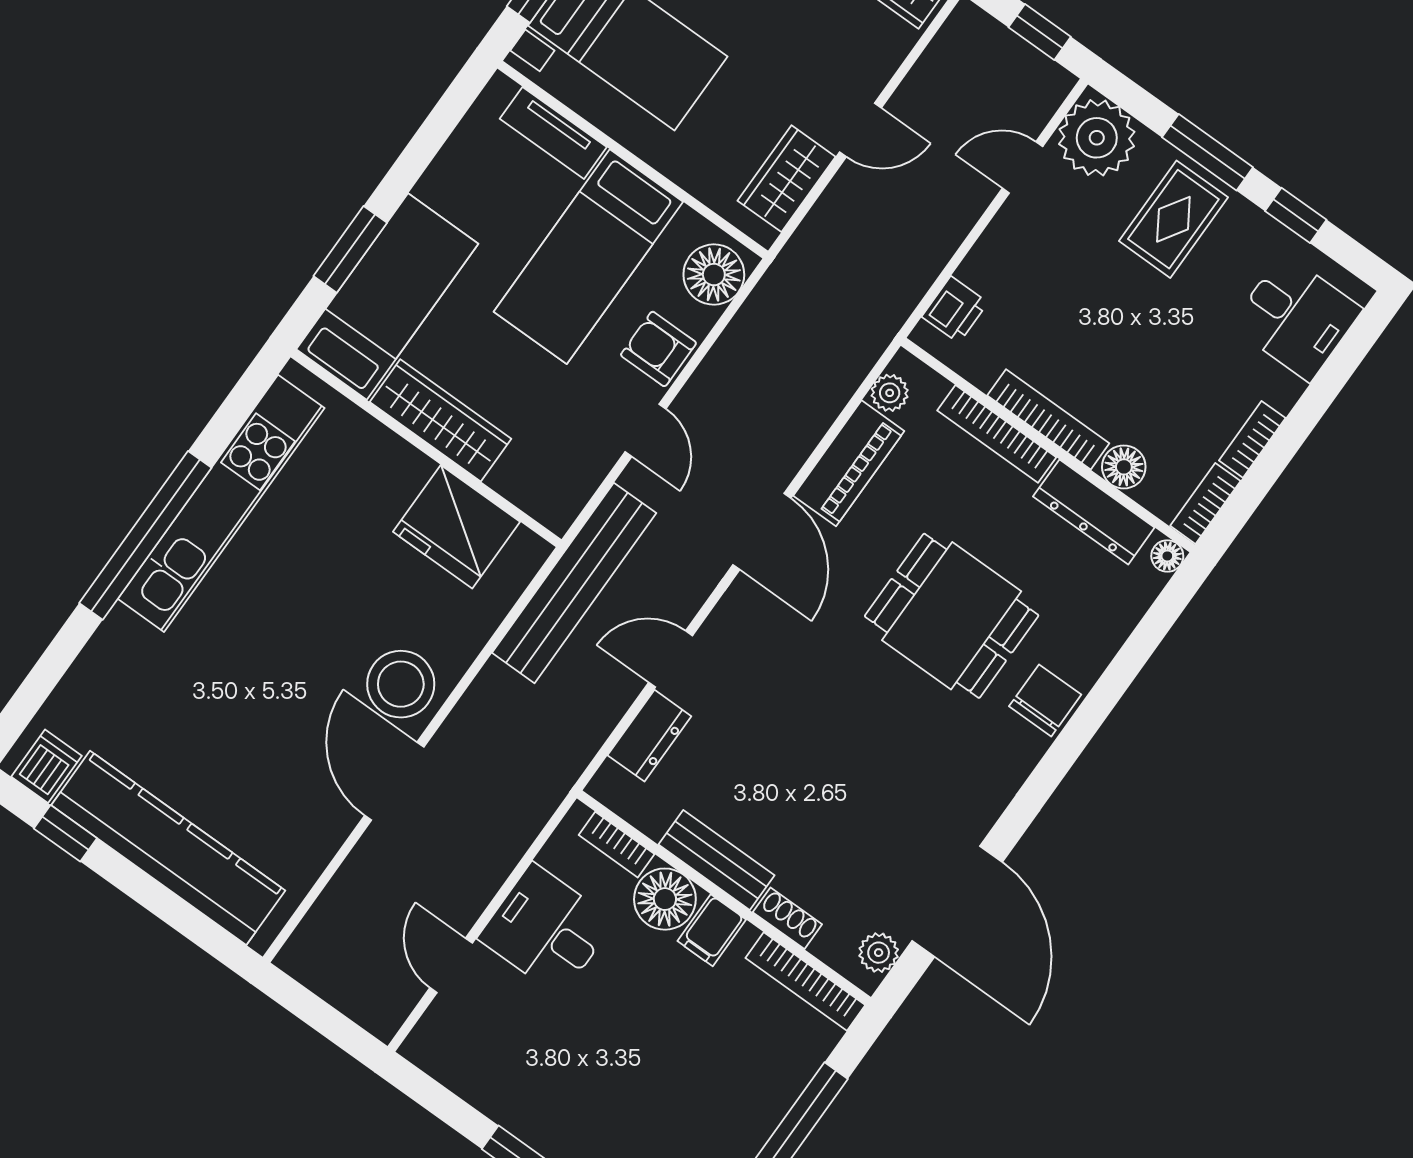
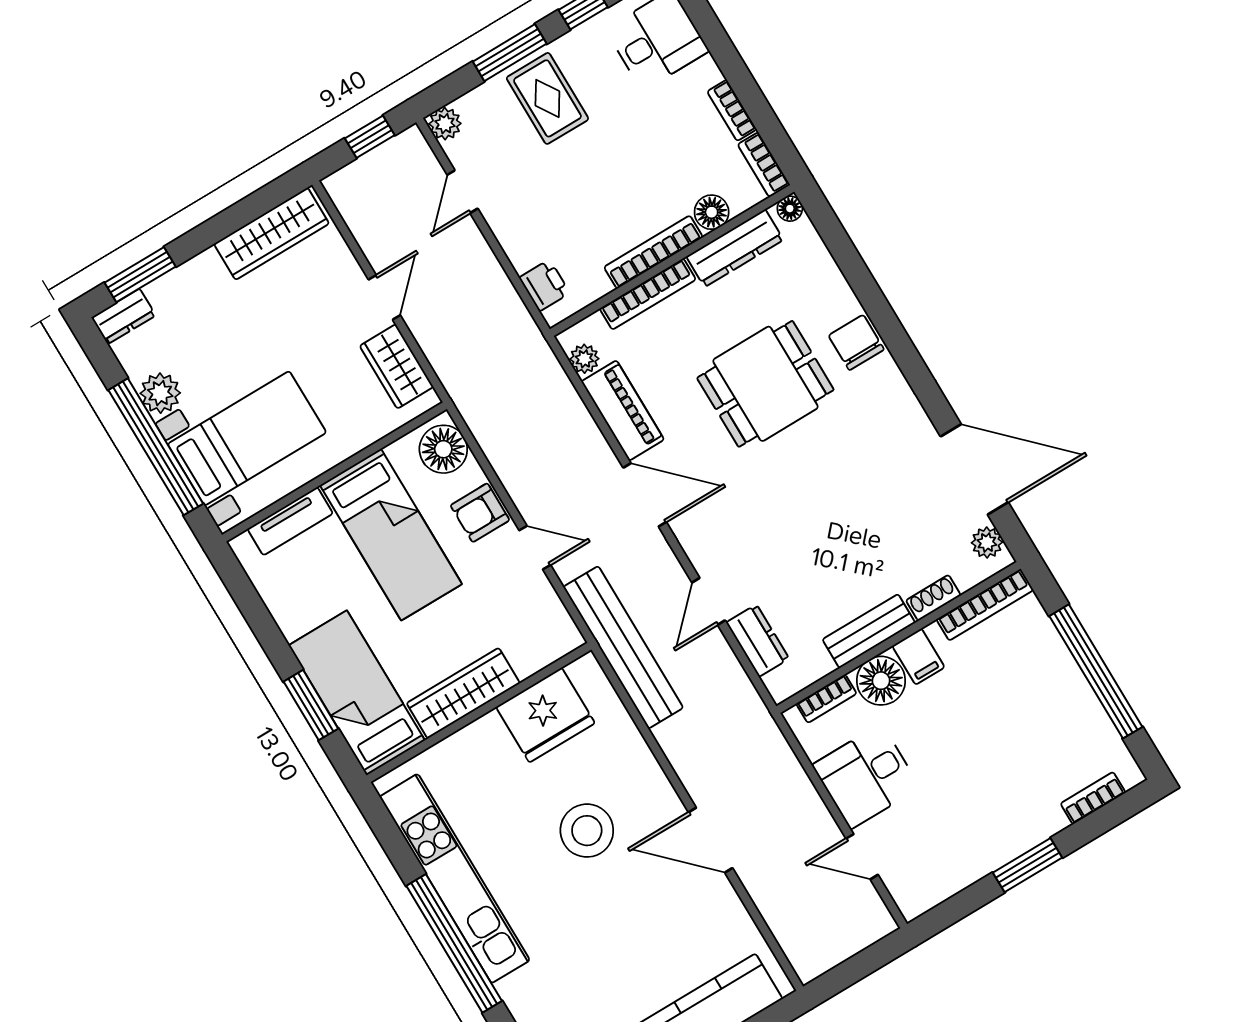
plant: (1097, 138) -> (445, 124), width x0.53, depth x0.53
stool: (401, 684) -> (587, 831), moved

